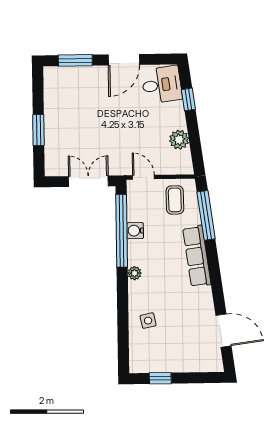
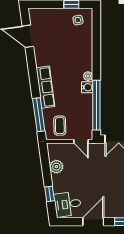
water cooler: (135, 231) -> (87, 87), moved
side table: (148, 321) -> (78, 20), moved

